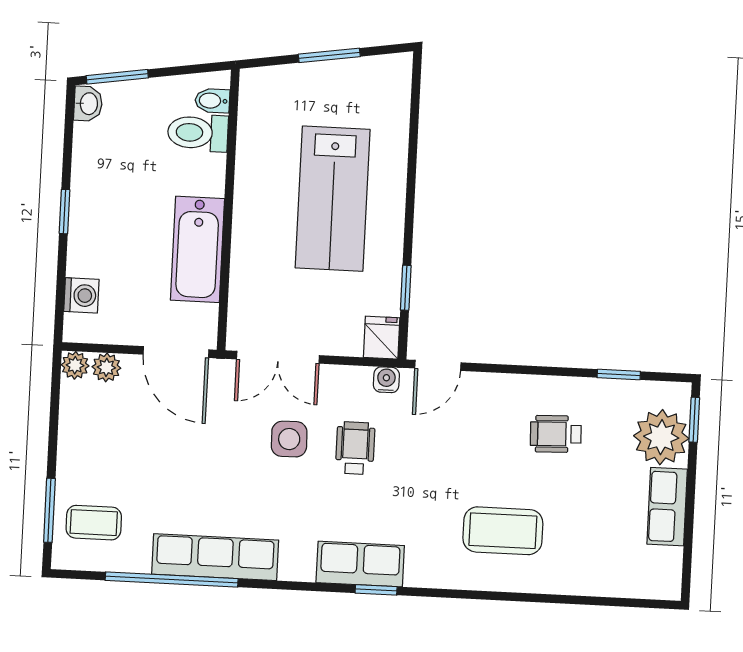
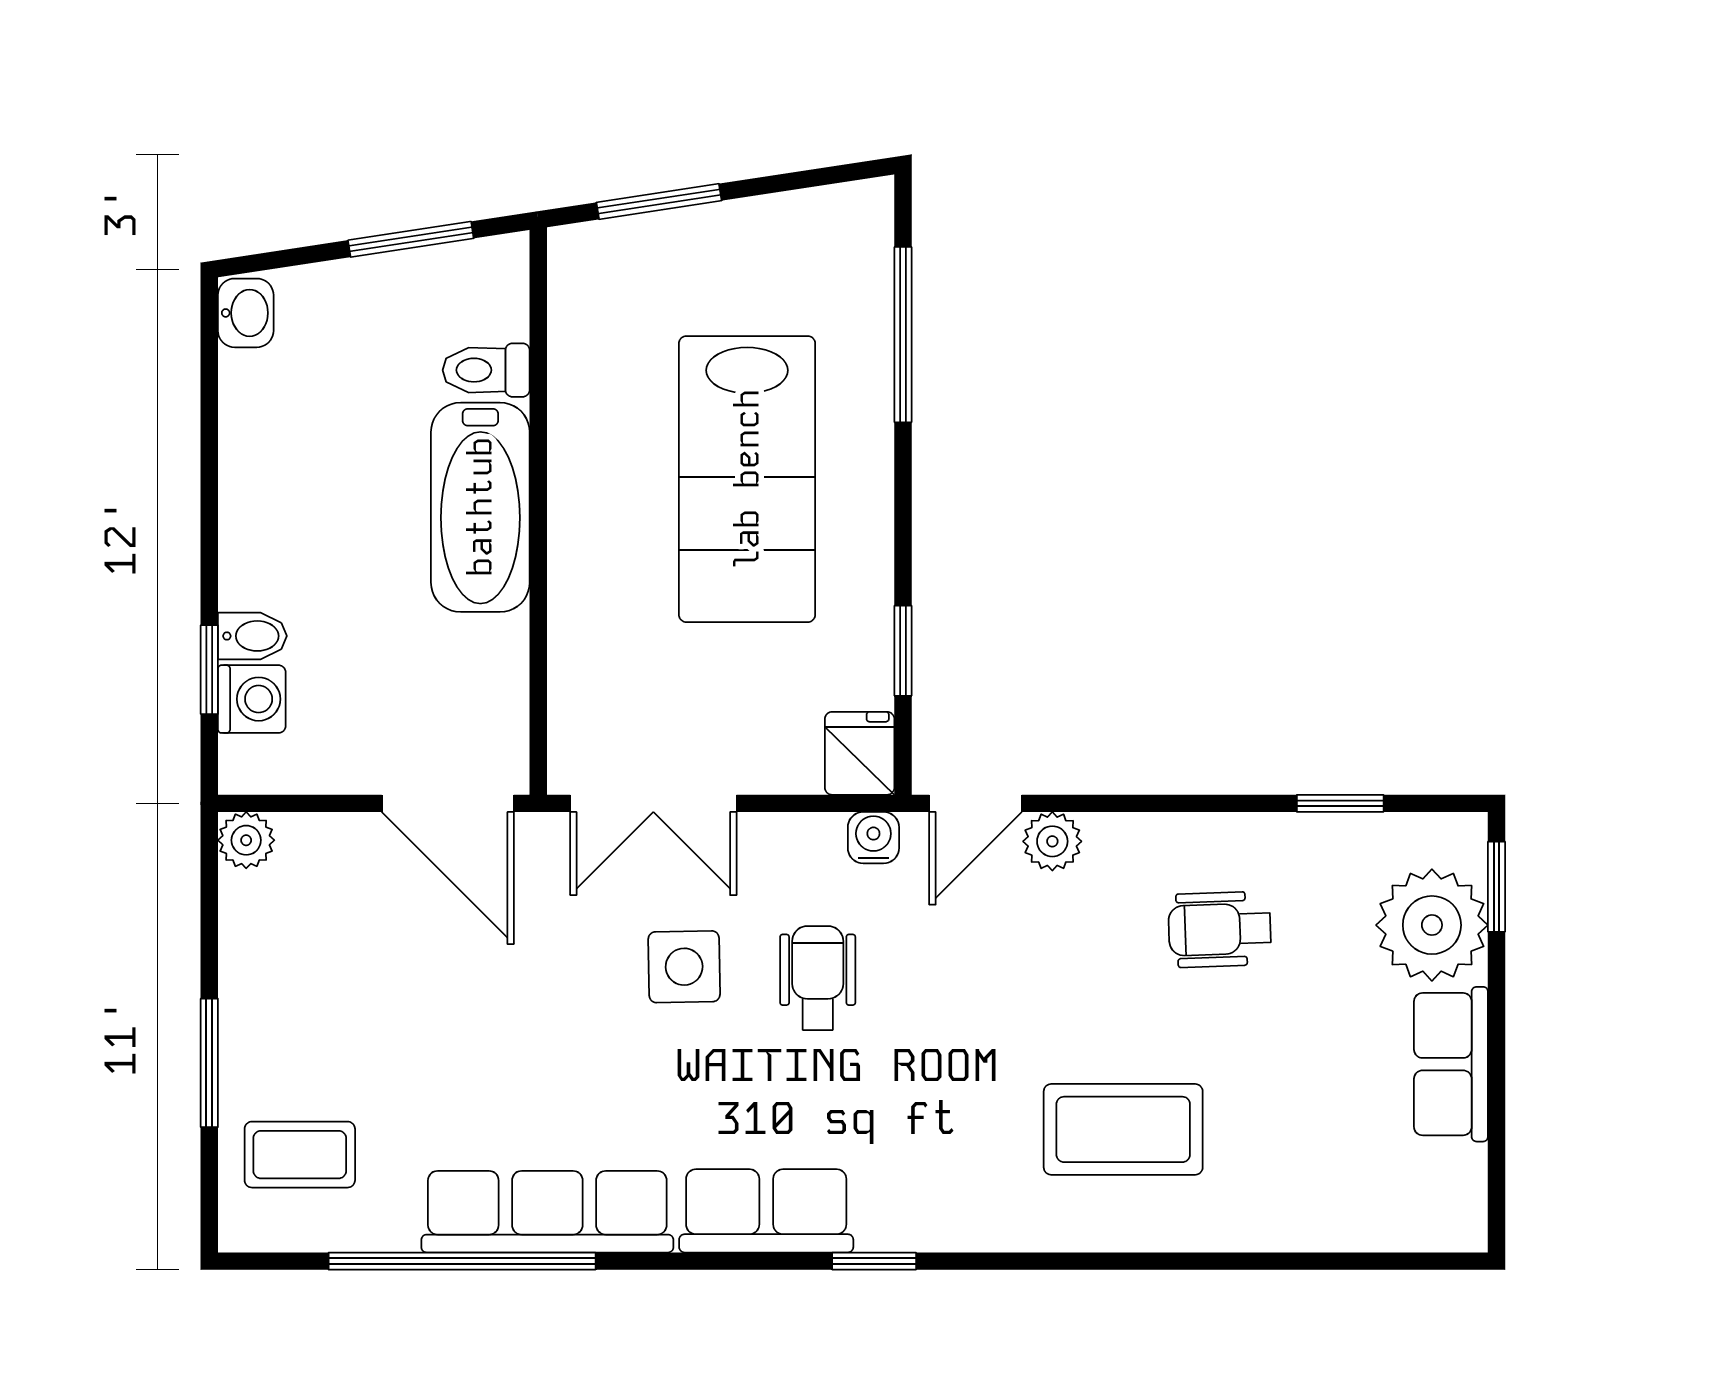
window: (329, 55) -> (659, 201), moved
window: (117, 77) -> (411, 239), moved
bidet: (212, 101) -> (252, 636), moved, turned 180
window: (414, 131) -> (903, 335), added
toilet: (198, 133) -> (486, 370), width x0.73, depth x0.72
window: (65, 212) -> (209, 670), moved
bathtub: (197, 249) -> (480, 507), moved
plant: (106, 367) -> (1052, 841), moved
window: (49, 510) -> (209, 1063), moved
row of seats: (360, 564) -> (766, 1211), moved

